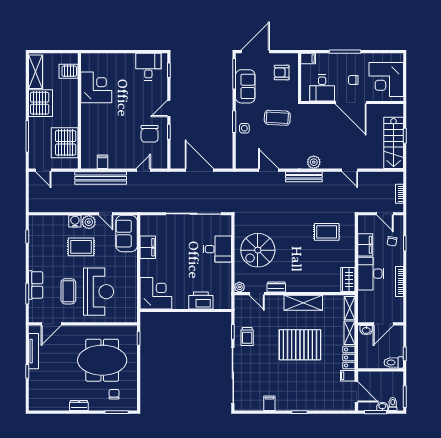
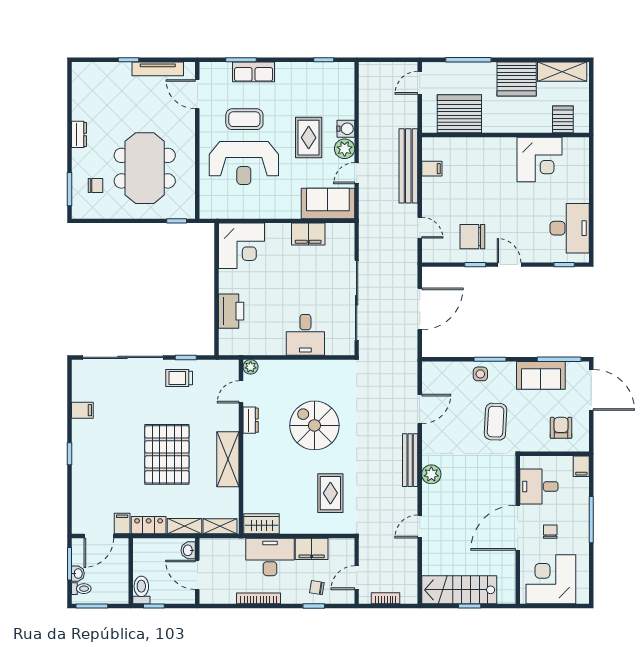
desk: (148, 67) -> (570, 228), width x1.37
spiral stairs: (258, 250) -> (314, 425), moved

